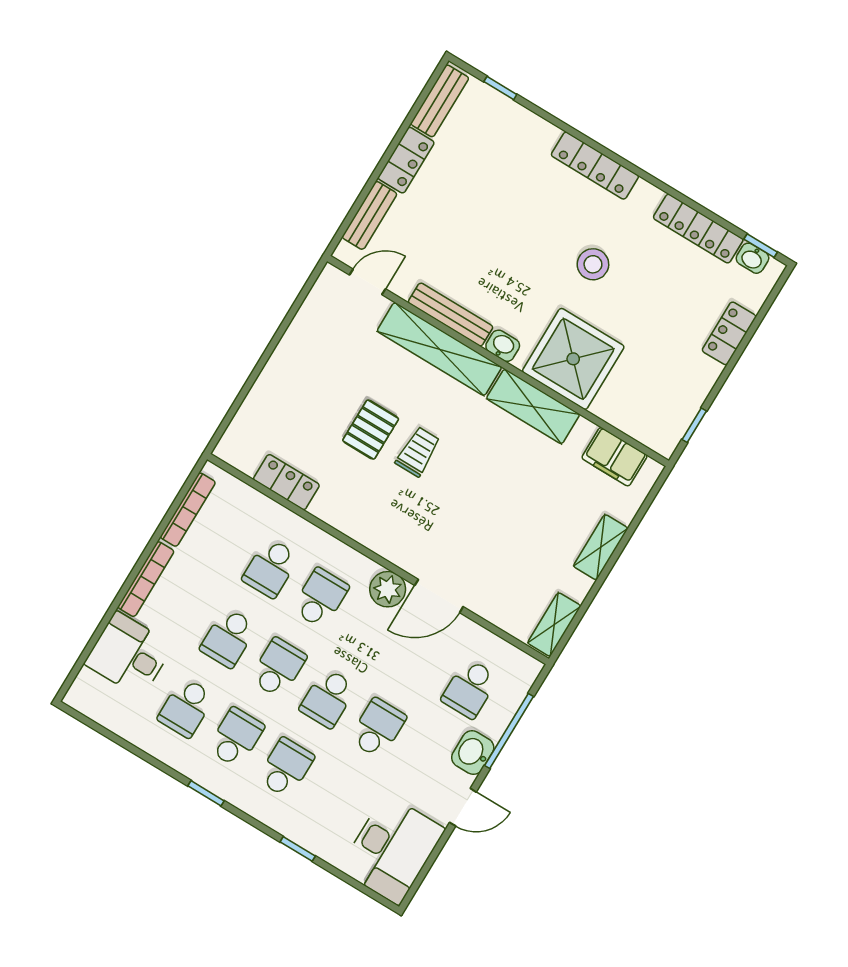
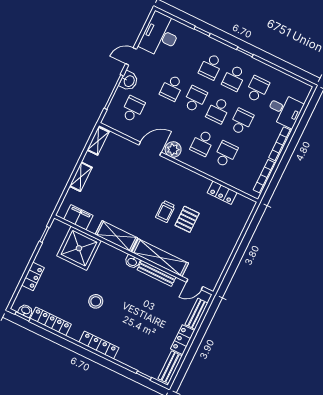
shower: (573, 359) -> (79, 248), moved

